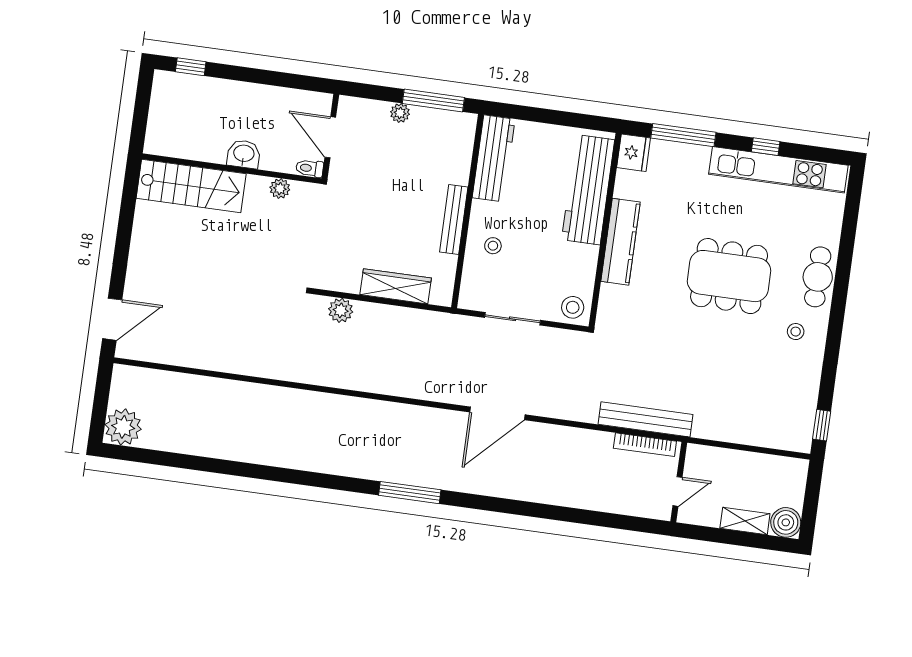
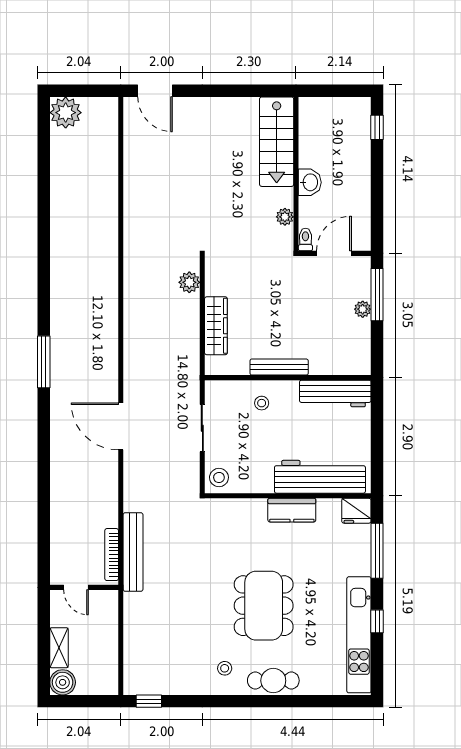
window: (433, 100) -> (377, 295), moved
kitchen counter: (620, 242) -> (292, 510), width x0.67

